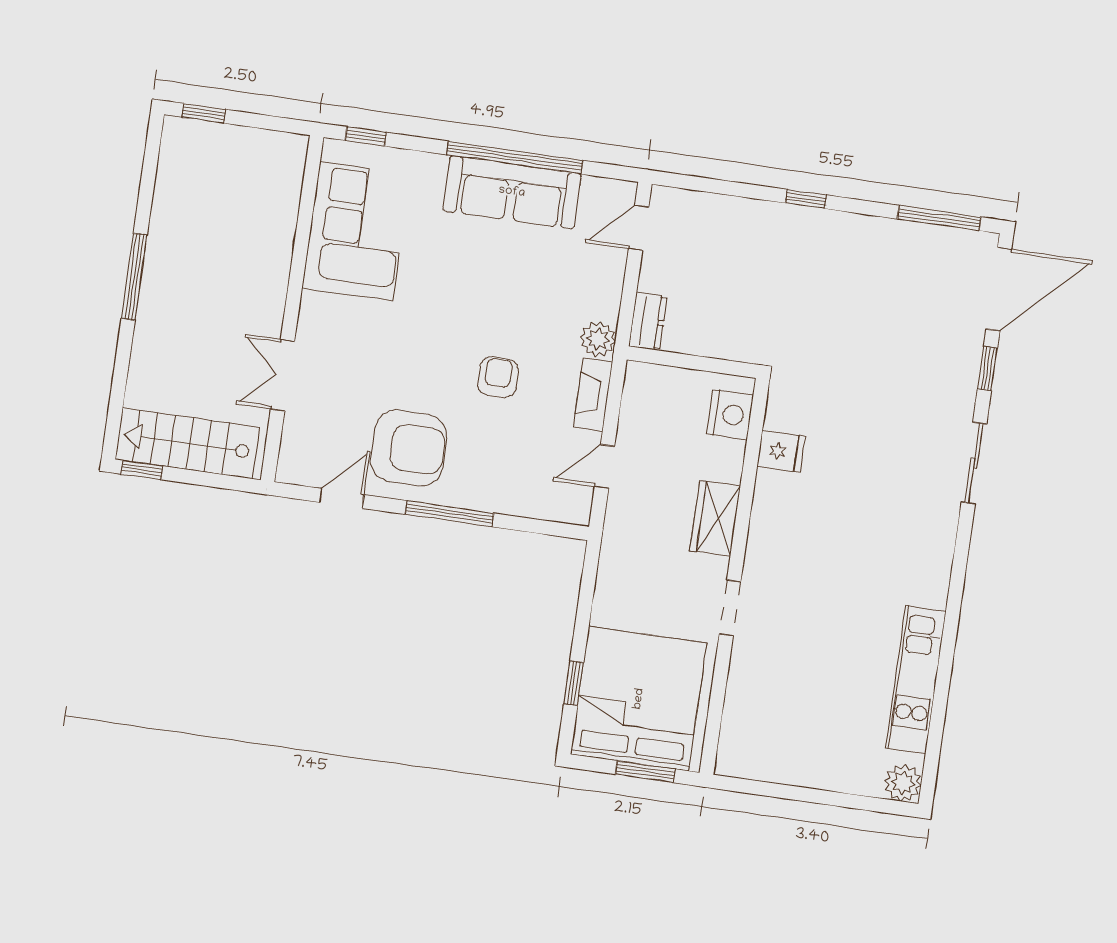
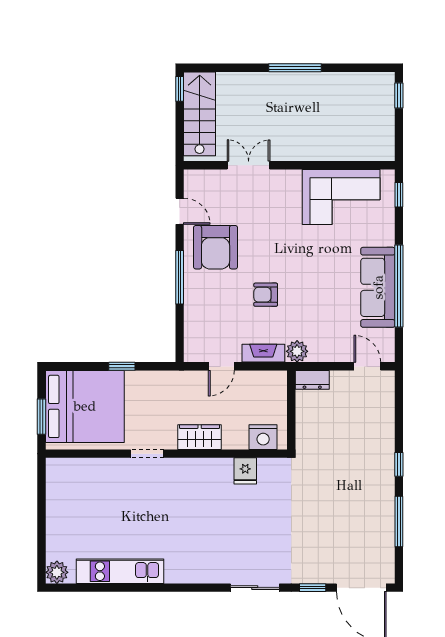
window: (939, 218) -> (399, 521), moved
armchair: (498, 377) -> (266, 295), turned 180
door: (605, 466) -> (221, 366), swing flipped
window: (574, 683) -> (122, 366), moved

